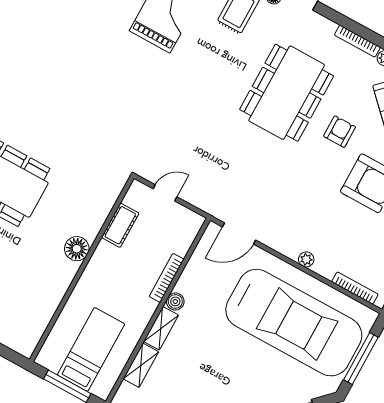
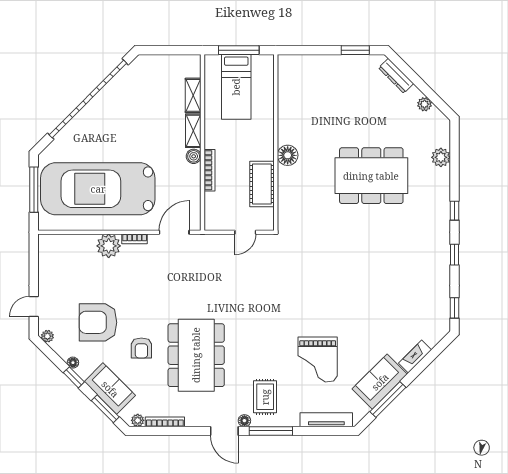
cot: (120, 225) -> (262, 184), width x1.37, depth x1.34
plant: (306, 259) -> (109, 246), width x1.87, depth x1.87
bookcase: (355, 288) -> (135, 239), moved, width x0.64

